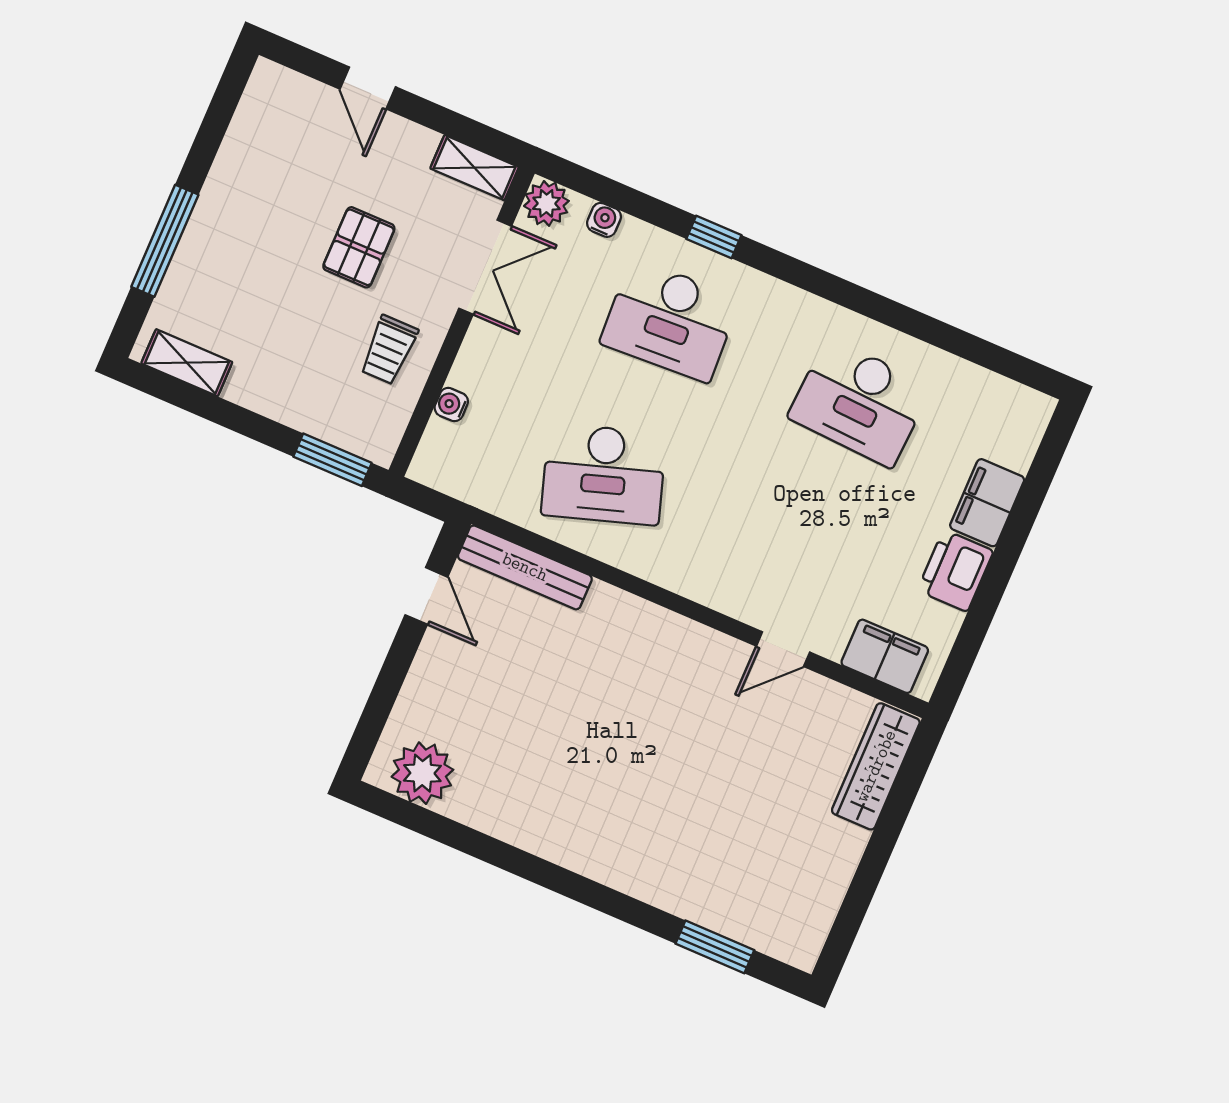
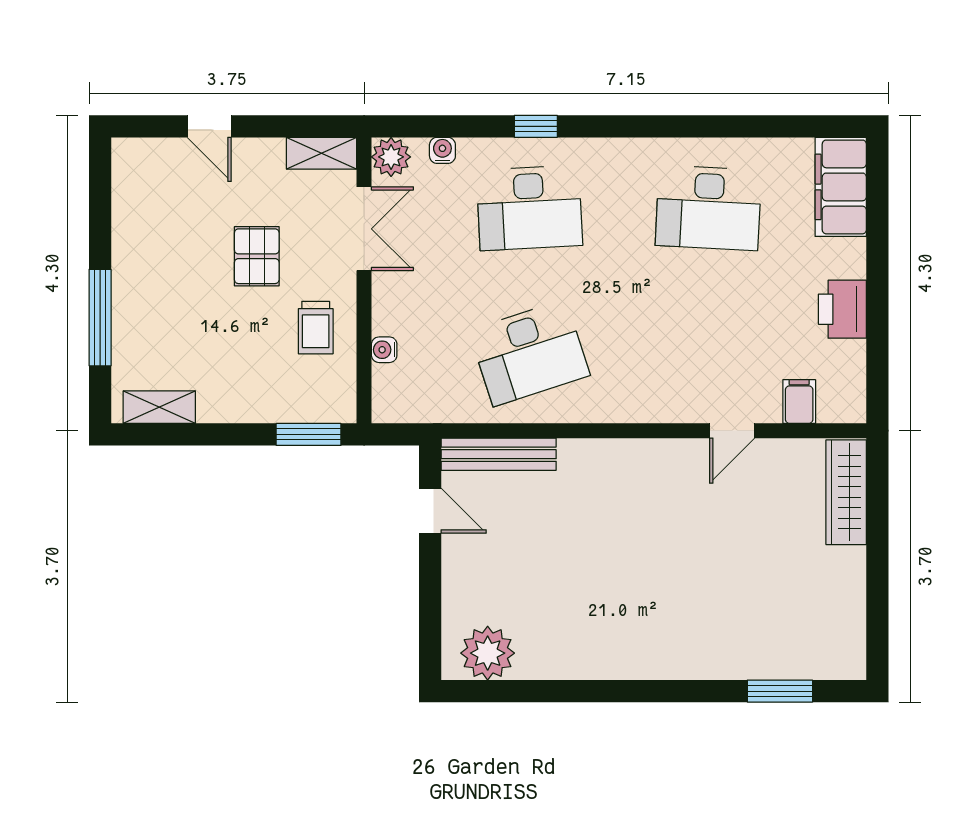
filing cabinet: (987, 503) -> (841, 187), moved, width x1.50, depth x1.17
filing cabinet: (885, 656) -> (799, 402), width x0.50

